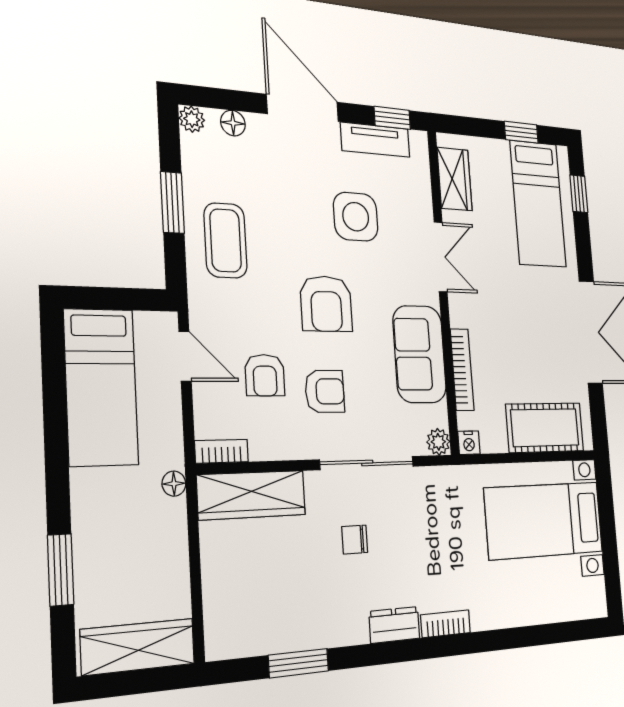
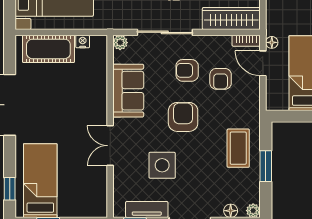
wardrobe: (455, 179) -> (97, 191), removed
door: (185, 356) -> (263, 63), moved
bookcase: (462, 370) -> (101, 82), removed
armchair: (265, 375) -> (221, 79), turned 180
nightstand: (469, 443) -> (83, 42), moved
floor lamp: (174, 484) -> (272, 42), moved

